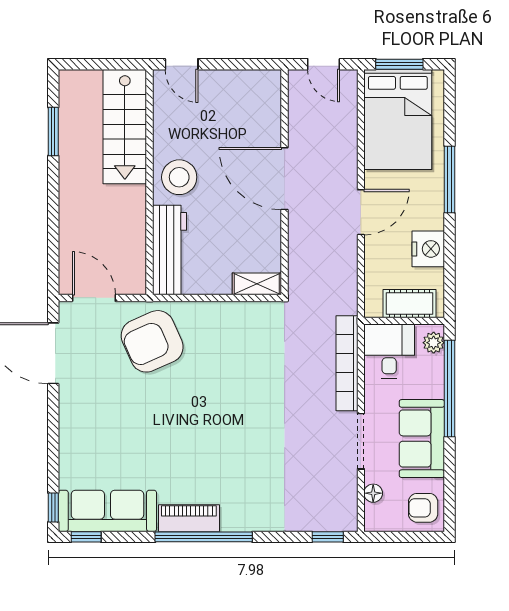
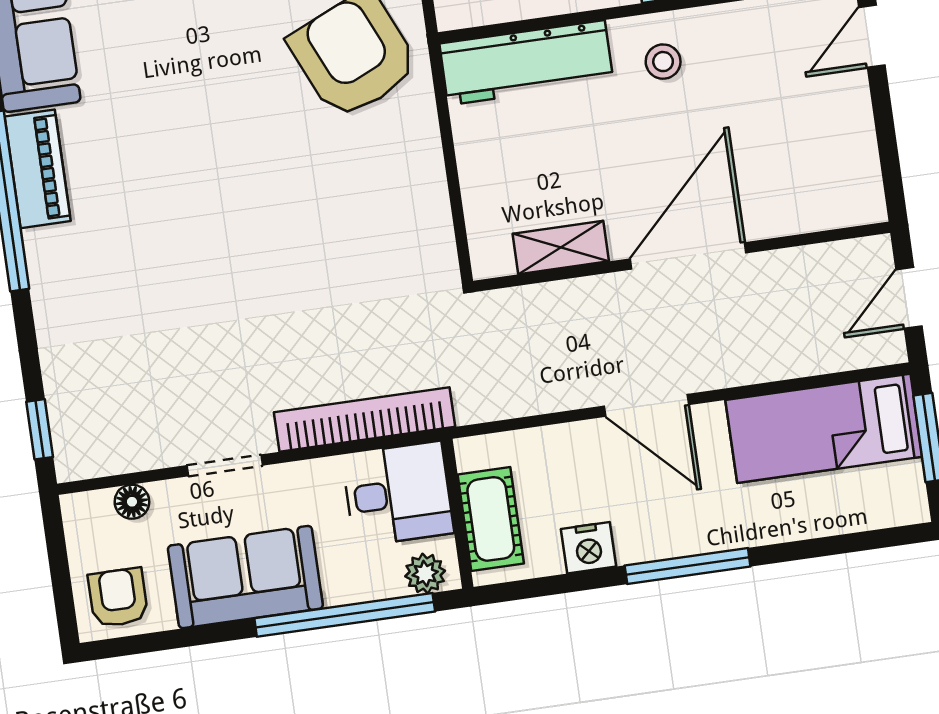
bed: (398, 119) -> (824, 428), width x0.67
stool: (179, 177) -> (663, 62), width x0.53, depth x0.53
window: (450, 179) -> (688, 566), moved
nightstand: (428, 249) -> (588, 548), width x0.74, depth x0.75
shelving: (257, 284) -> (561, 247), moved, turned 90
doorway: (361, 441) -> (225, 465), width x0.73

